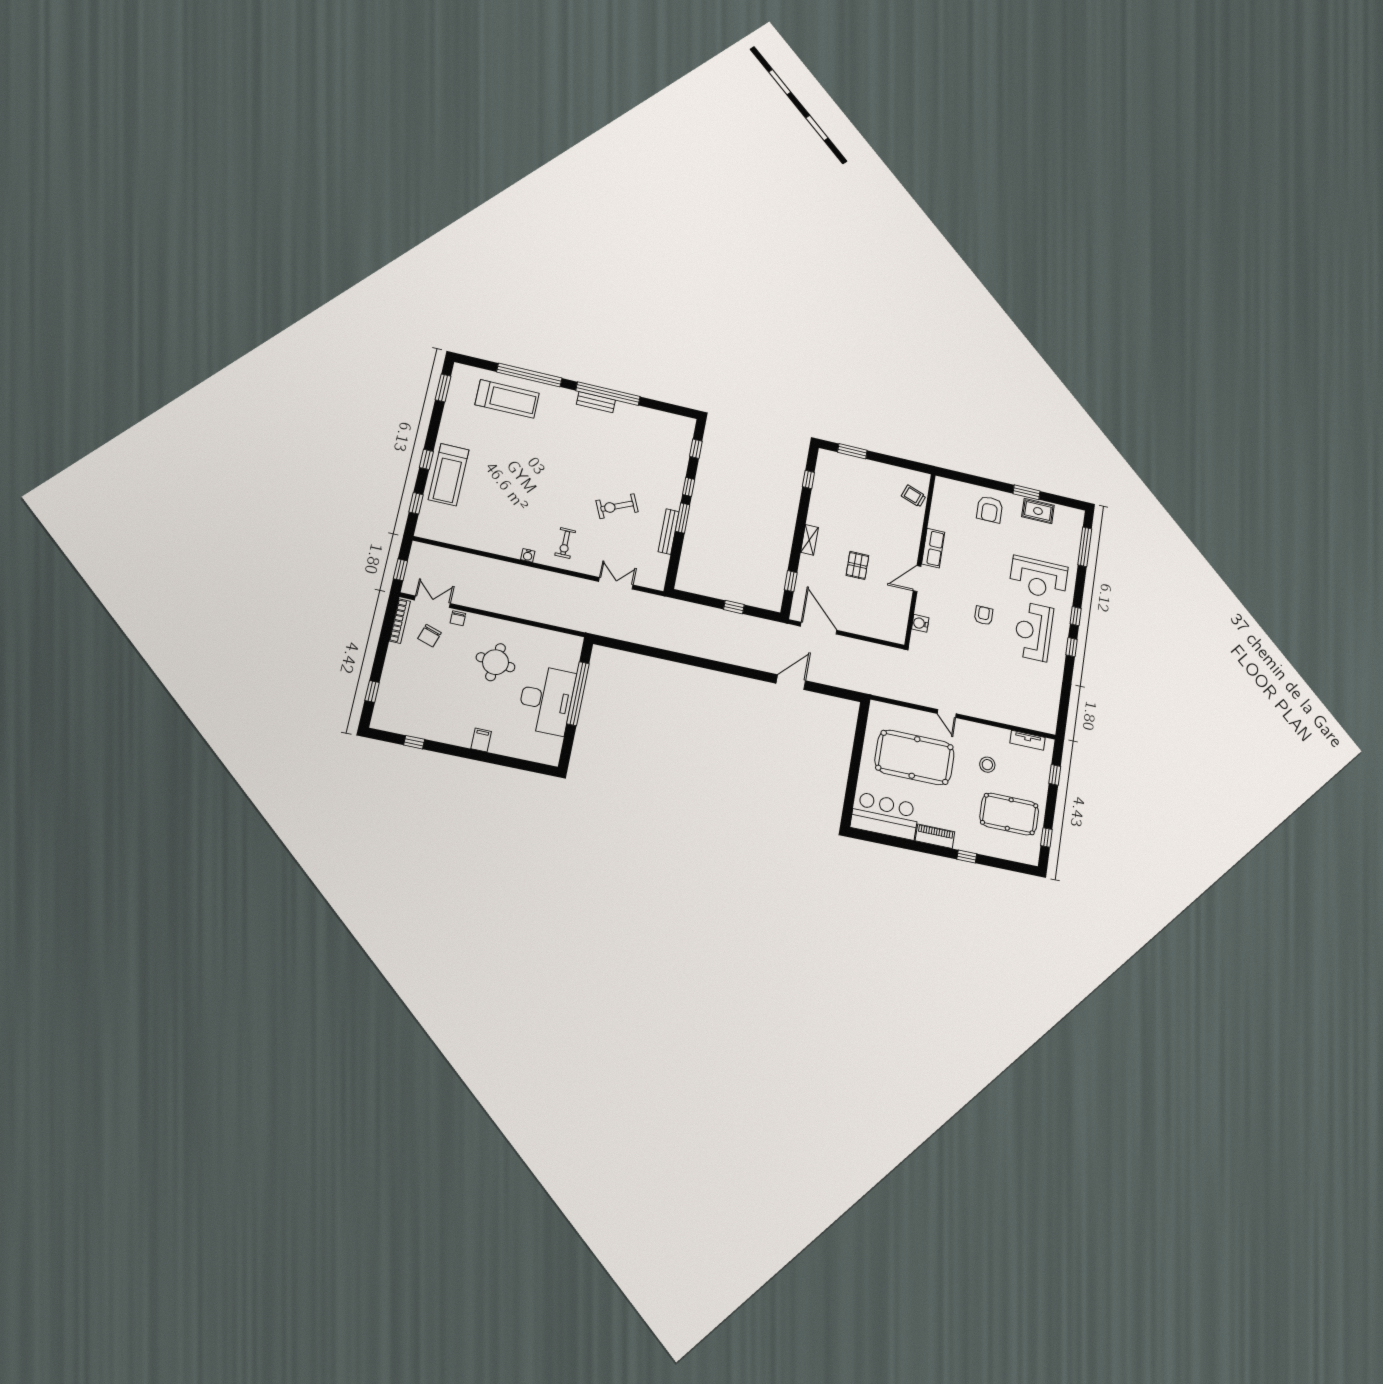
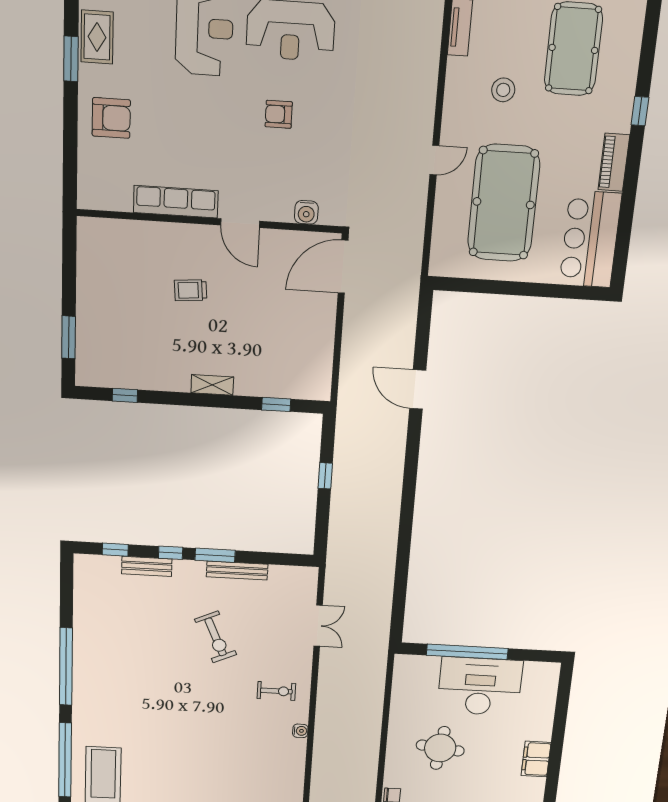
bench: (596, 402) -> (147, 566), moved, turned 90
trolley: (914, 496) -> (191, 290), moved, turned 65
row of seats: (933, 548) -> (176, 202), width x1.48
pallet: (857, 565) -> (237, 313), removed
double door: (616, 583) -> (318, 626), swing flipped
door: (819, 628) -> (343, 267), moved
filing cabinet: (481, 740) -> (536, 759), width x2.00

